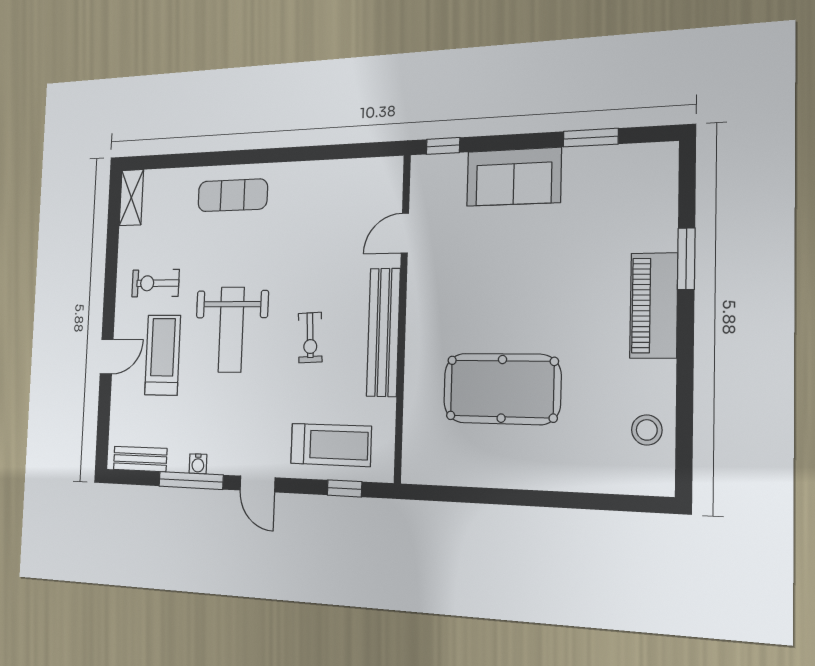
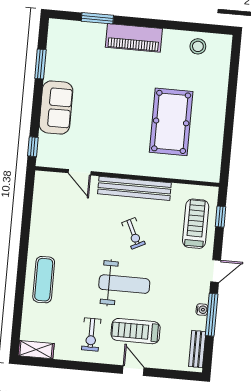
window: (686, 259) -> (97, 18), moved
exercise bike: (310, 338) -> (134, 233), turned 67

